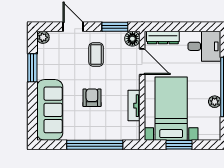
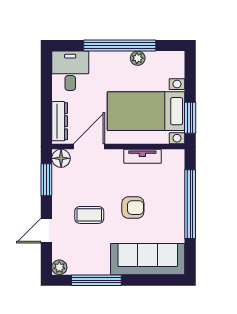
coffee table: (96, 55) -> (89, 215), moved
window: (32, 68) -> (96, 280), width x1.44
armchair: (92, 98) -> (133, 208), turned 180
window: (179, 145) -> (190, 118), moved

